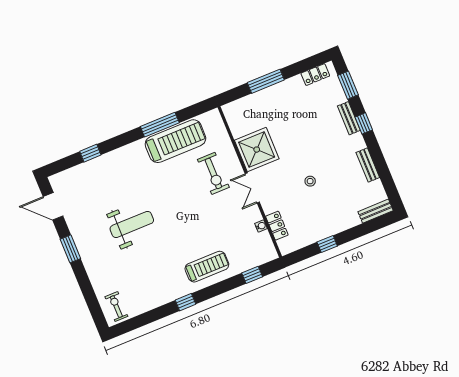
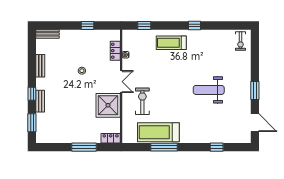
locker: (315, 75) -> (111, 138), moved

